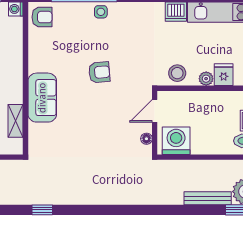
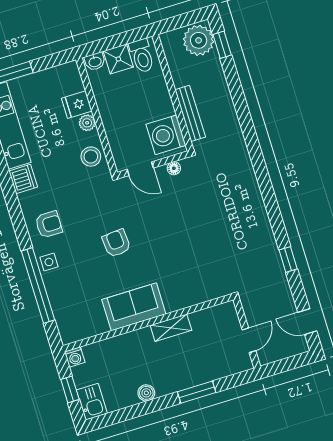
armchair: (42, 17) -> (49, 224), moved, turned 90
sofa: (42, 98) -> (134, 307), moved
shelving: (16, 121) -> (171, 328), moved
bench: (208, 198) -> (190, 113), moved

